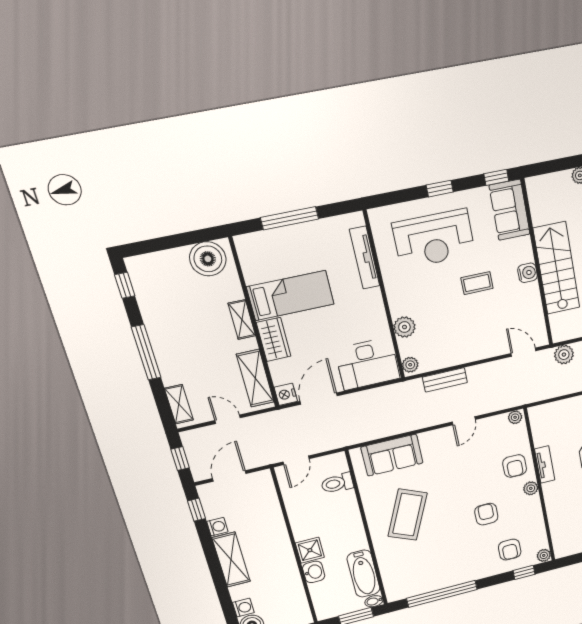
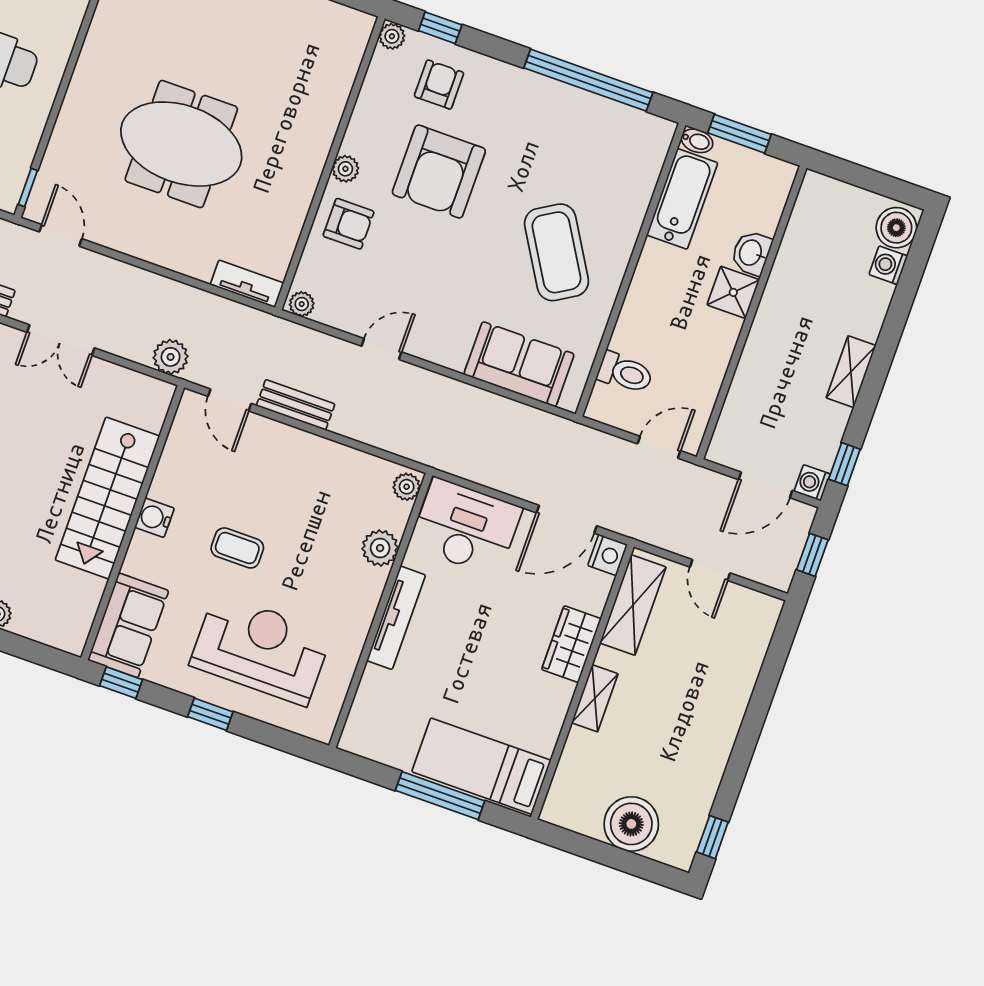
tv unit: (365, 258) -> (396, 618), moved
boiler: (208, 259) -> (631, 824), moved
bed: (291, 295) -> (481, 766), moved
window: (146, 352) -> (750, 732), removed
bench: (445, 380) -> (296, 405), moved
shelving: (179, 404) -> (759, 634), removed
tv unit: (545, 464) -> (247, 284), moved, turned 90
armchair: (515, 466) -> (349, 224), turned 90
armchair: (486, 514) -> (439, 172), width x1.88, depth x1.88
coffee table: (408, 515) -> (556, 252), turned -55
washing machine: (217, 527) -> (812, 483), moved
shelving: (231, 560) -> (851, 372), width x0.67, depth x0.75

